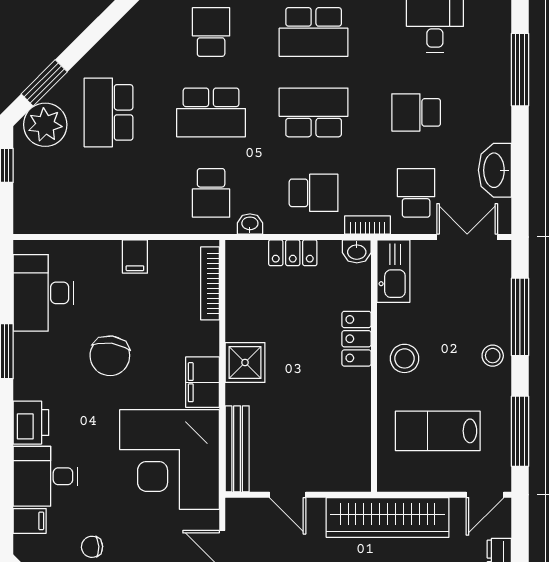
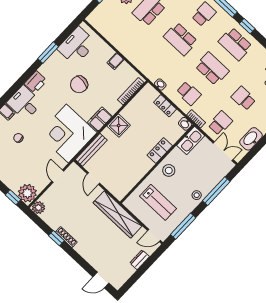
school desk: (211, 193) -> (157, 64), removed
lab bench: (438, 431) -> (158, 202), turned 180

